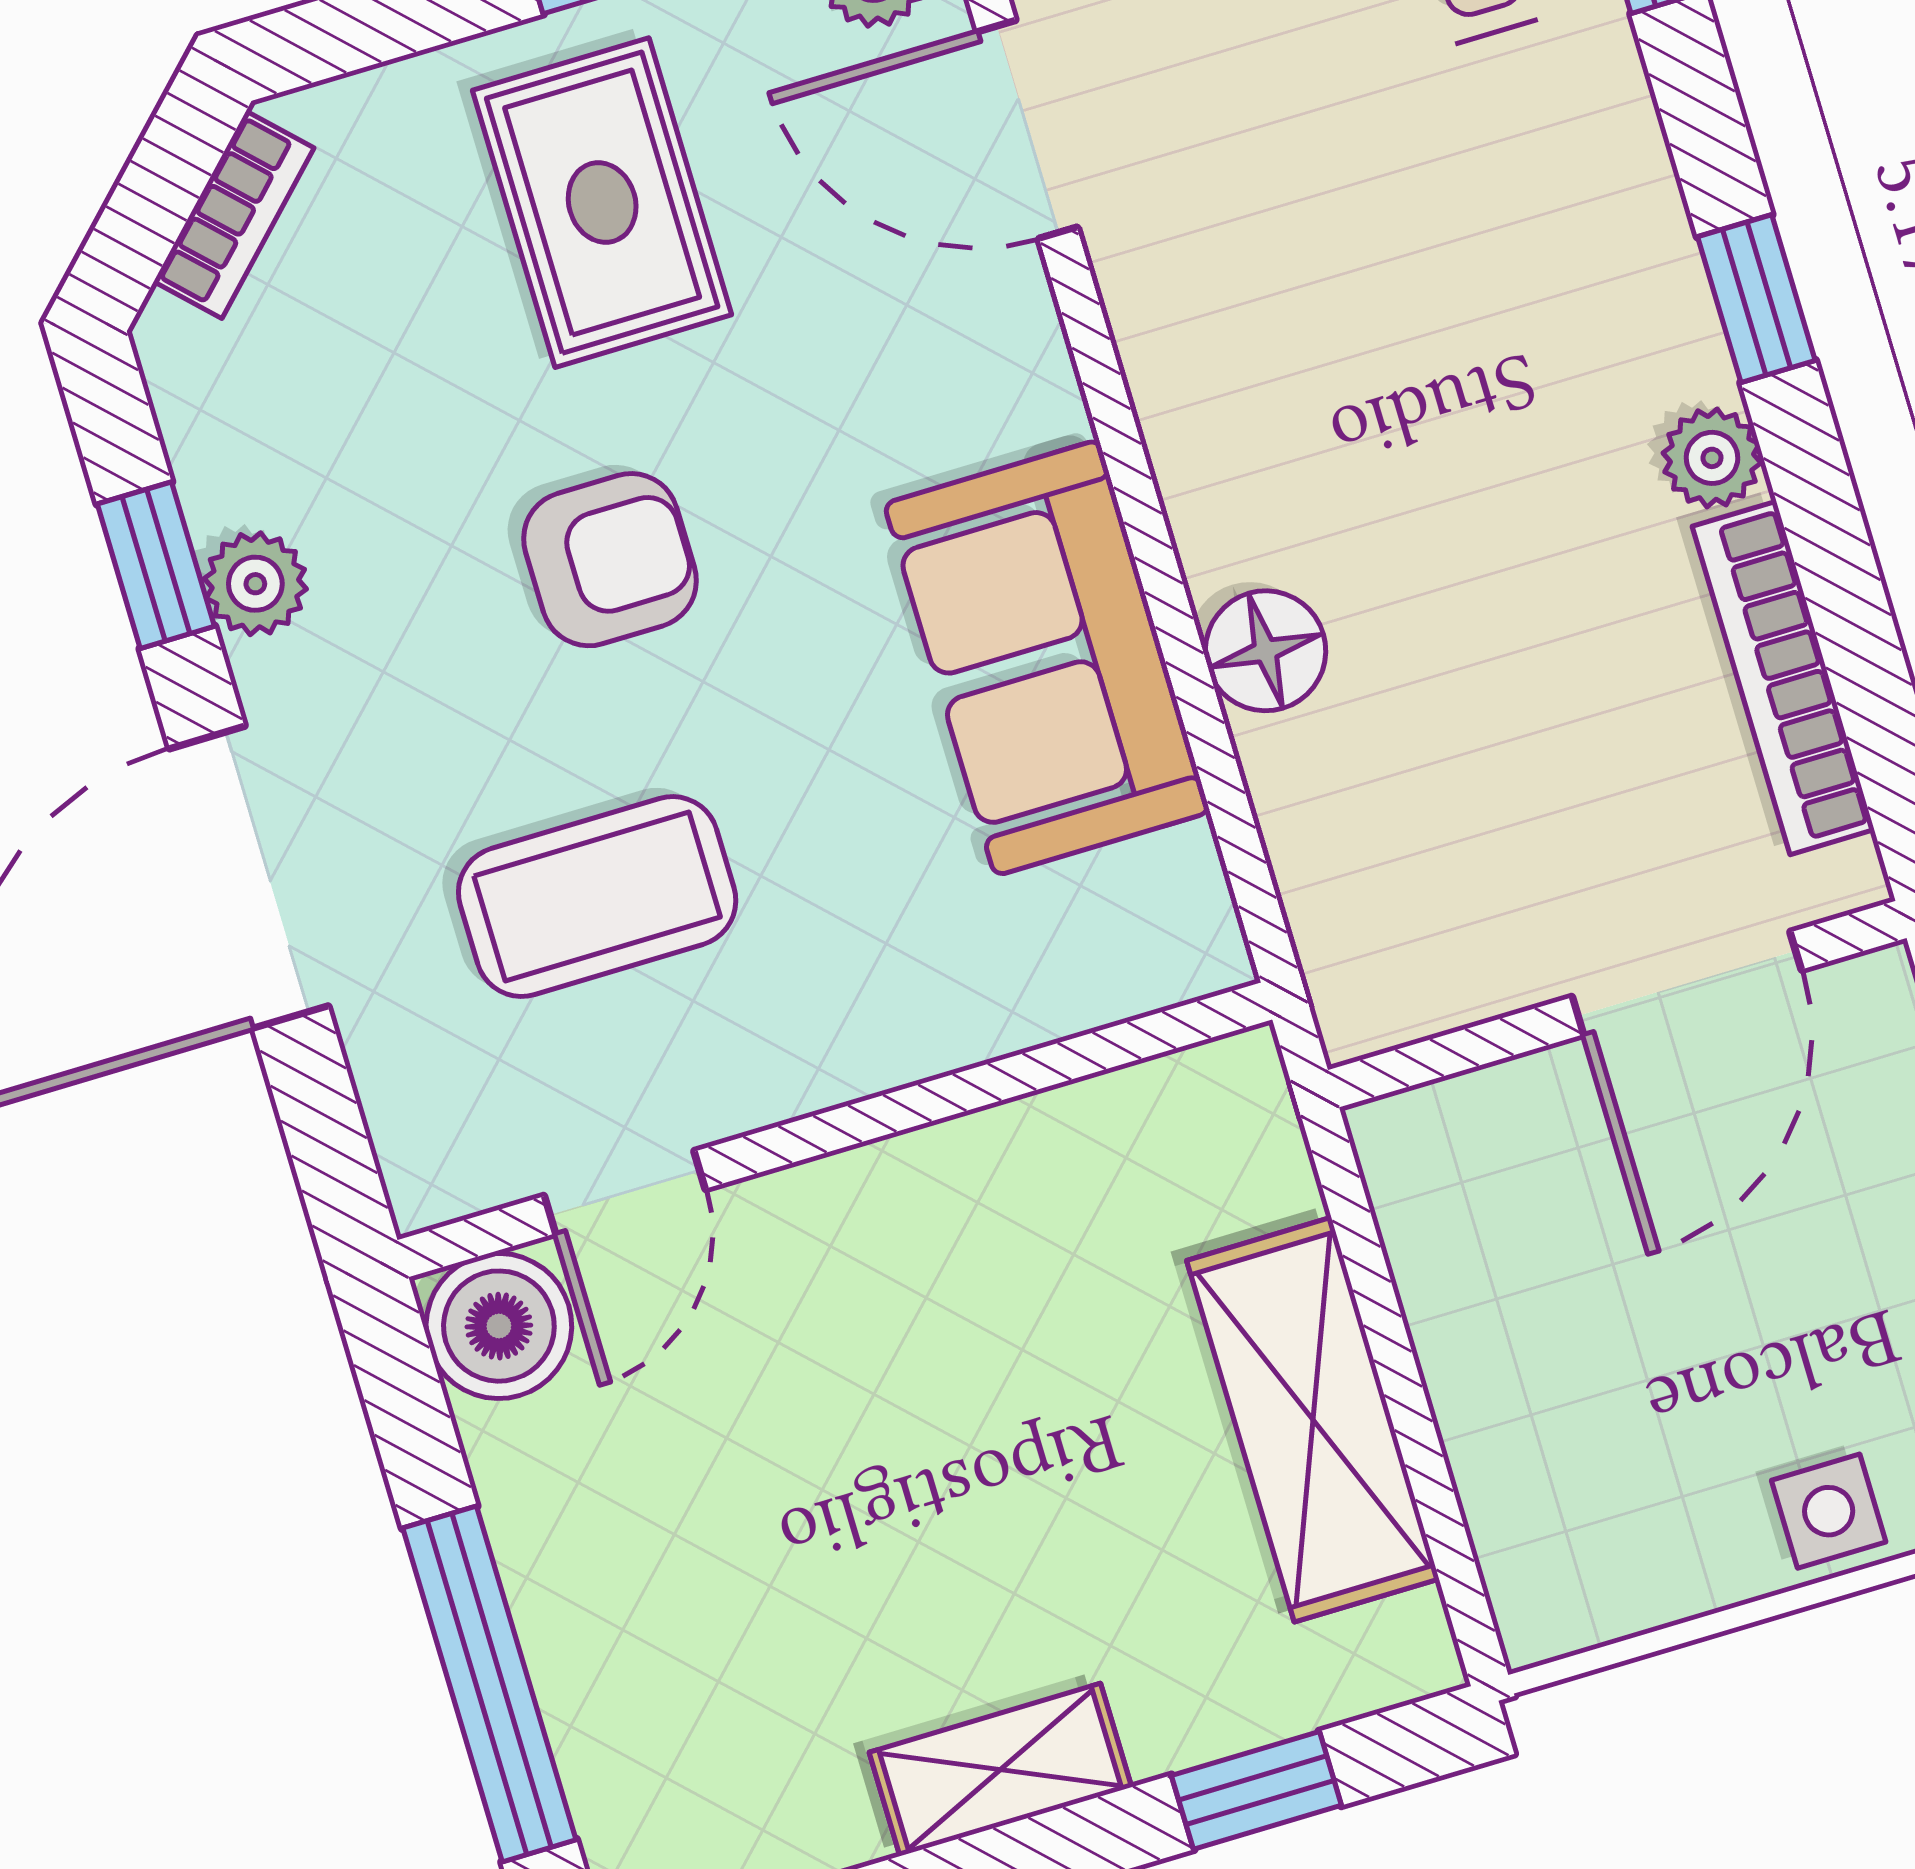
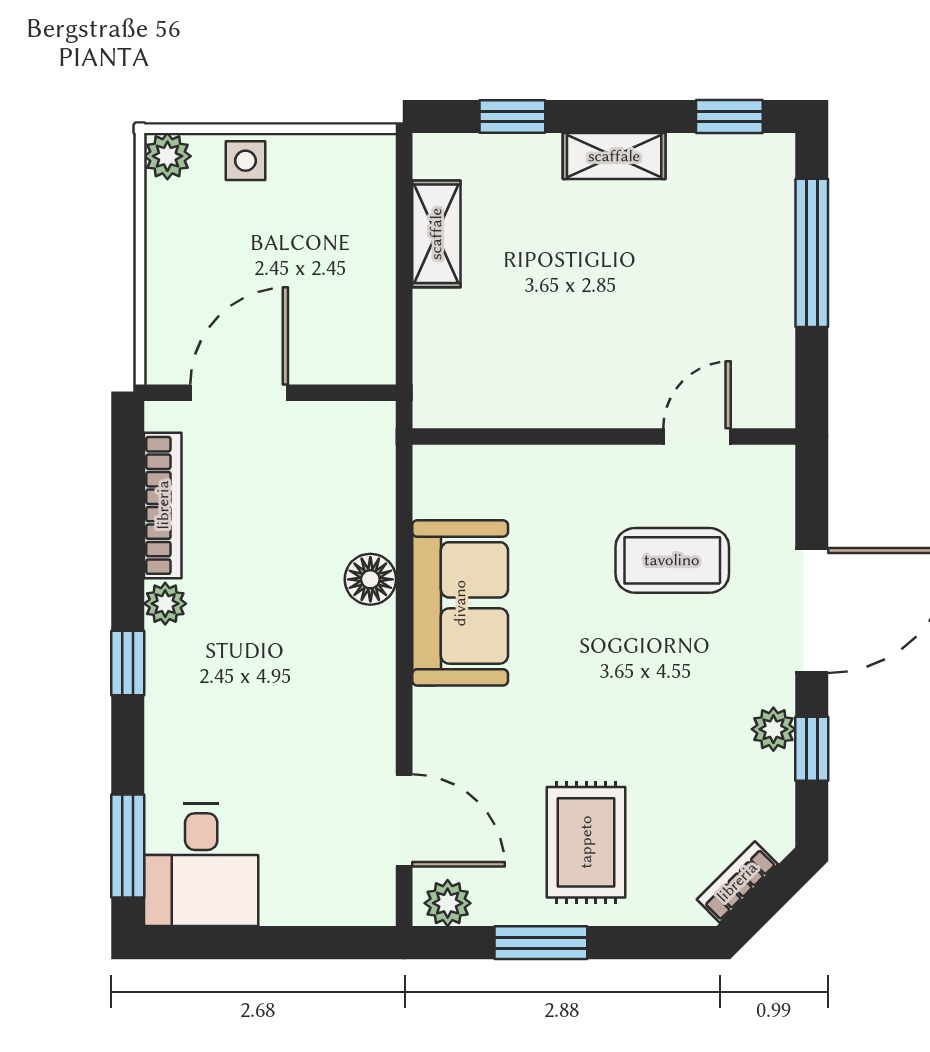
armchair: (610, 560) -> (626, 696), removed
boiler: (499, 1326) -> (764, 397), removed
shelving: (1313, 1420) -> (436, 234), width x0.67, depth x0.75

